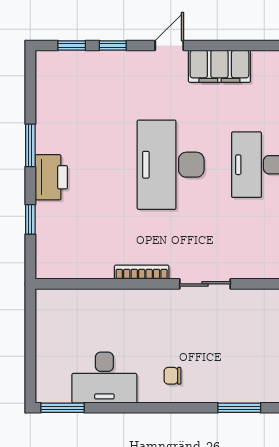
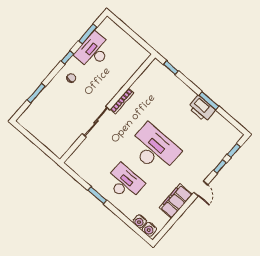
printer: (51, 177) -> (202, 109), moved
window: (30, 219) -> (171, 68), moved
sliding door: (205, 284) -> (96, 122), width x1.37
window: (62, 408) -> (88, 34), moved
window: (147, 408) -> (67, 57), added

